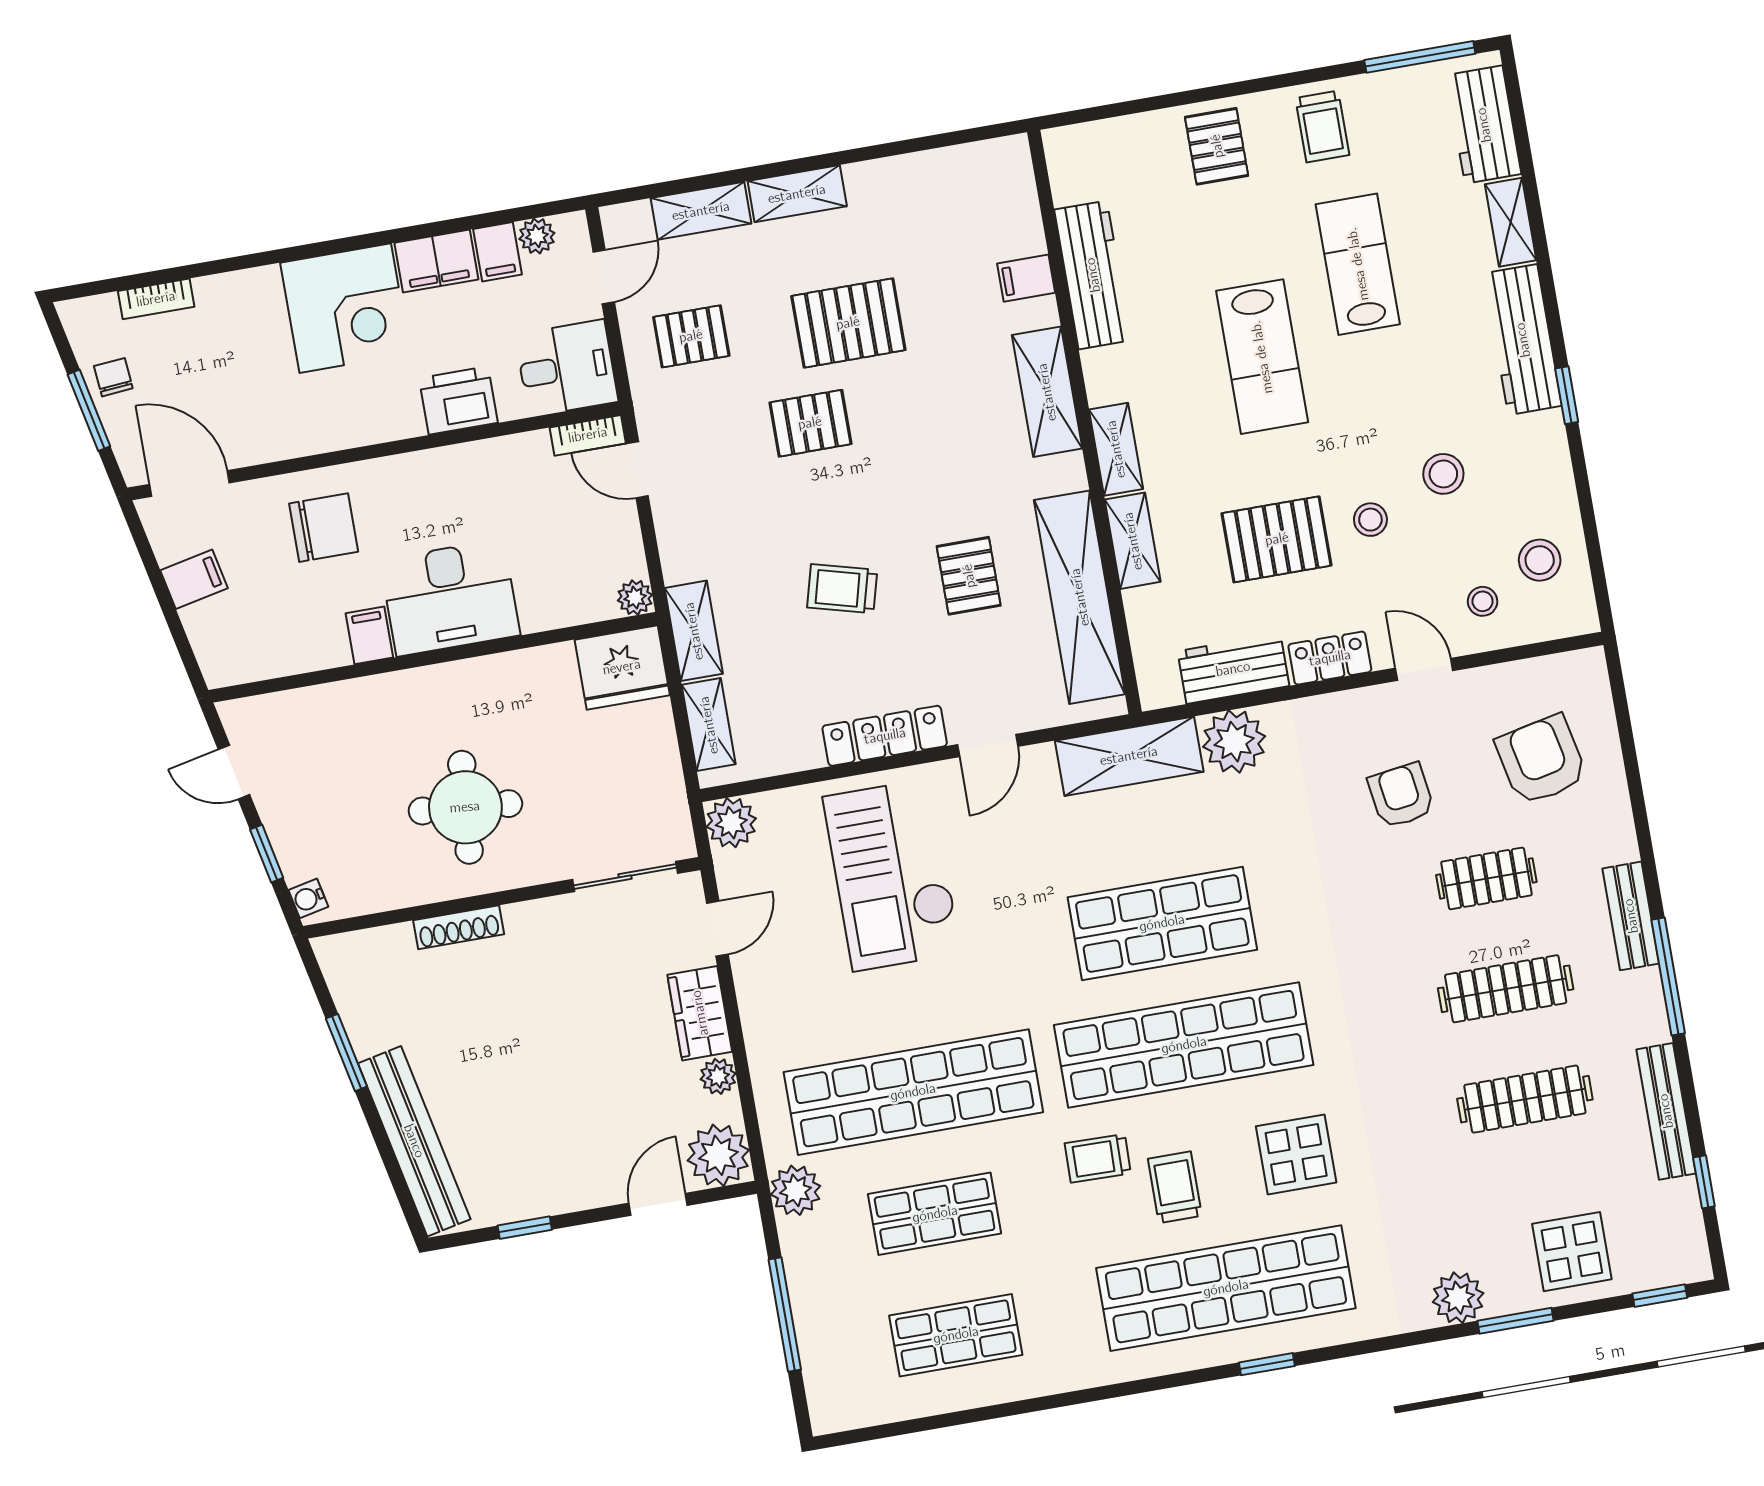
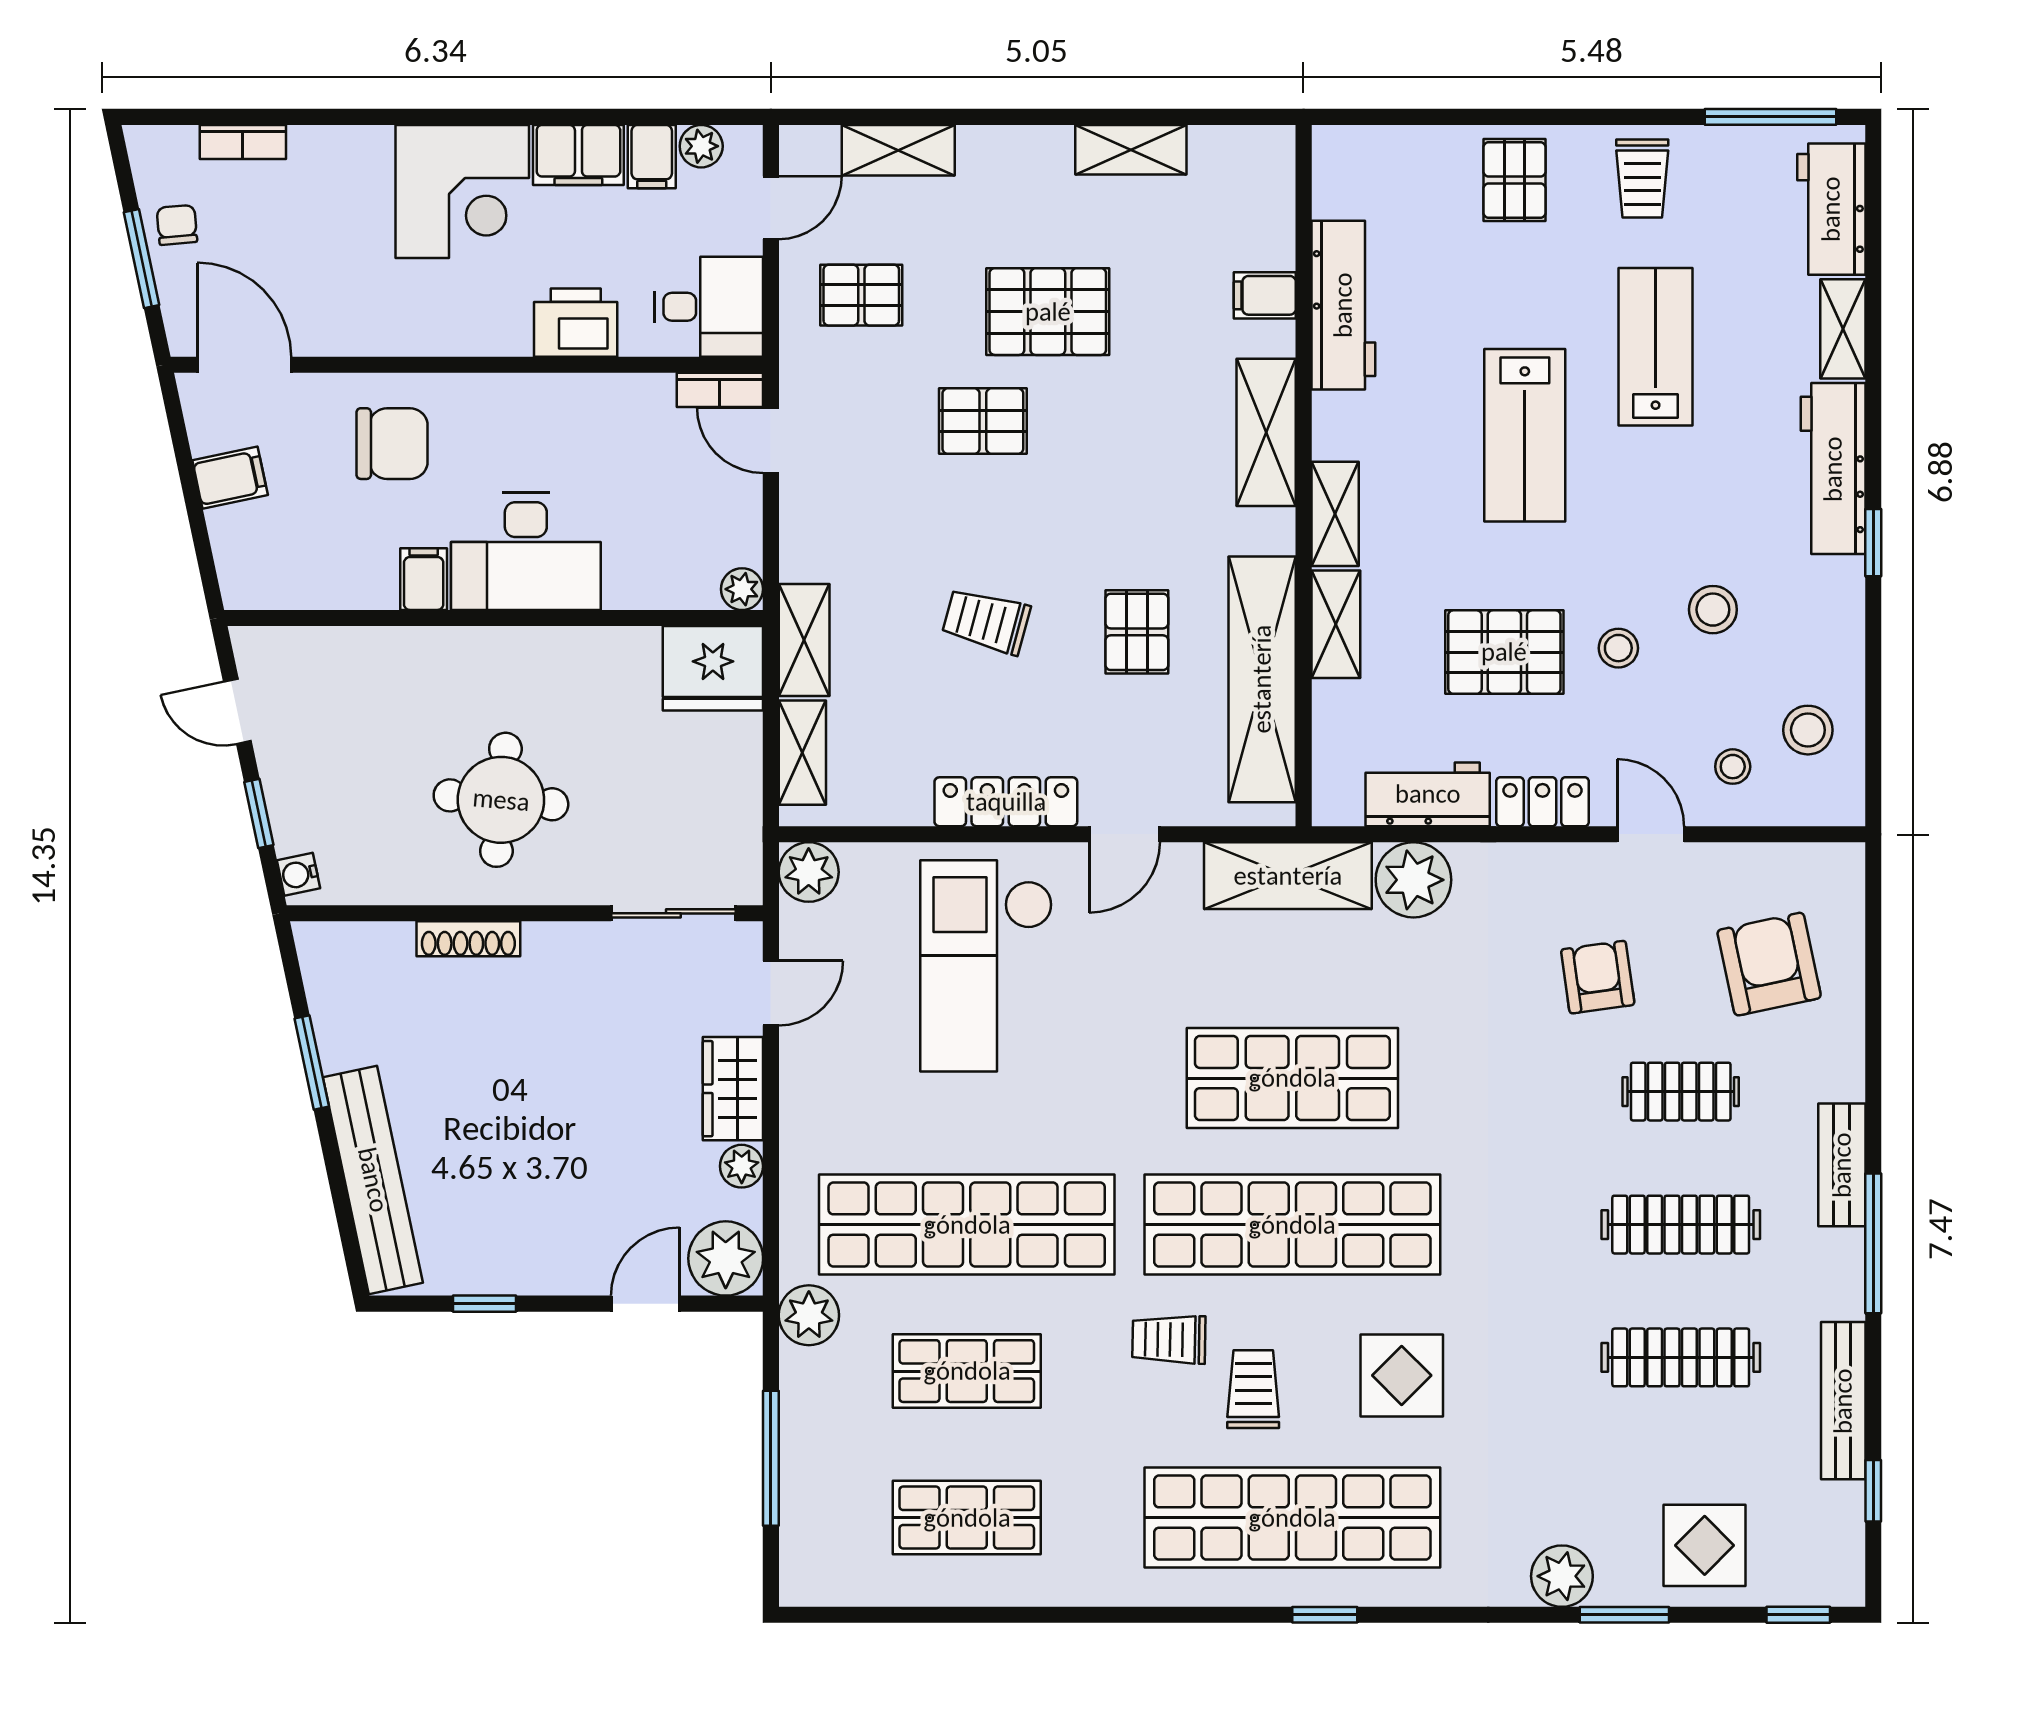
shelving: (797, 194) -> (1131, 150), moved

